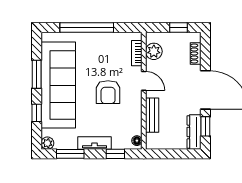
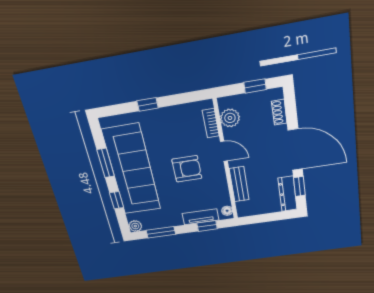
window: (87, 27) -> (148, 104), width x0.32
armchair: (108, 92) -> (187, 169), turned -90
tv unit: (95, 143) -> (201, 217), moved

